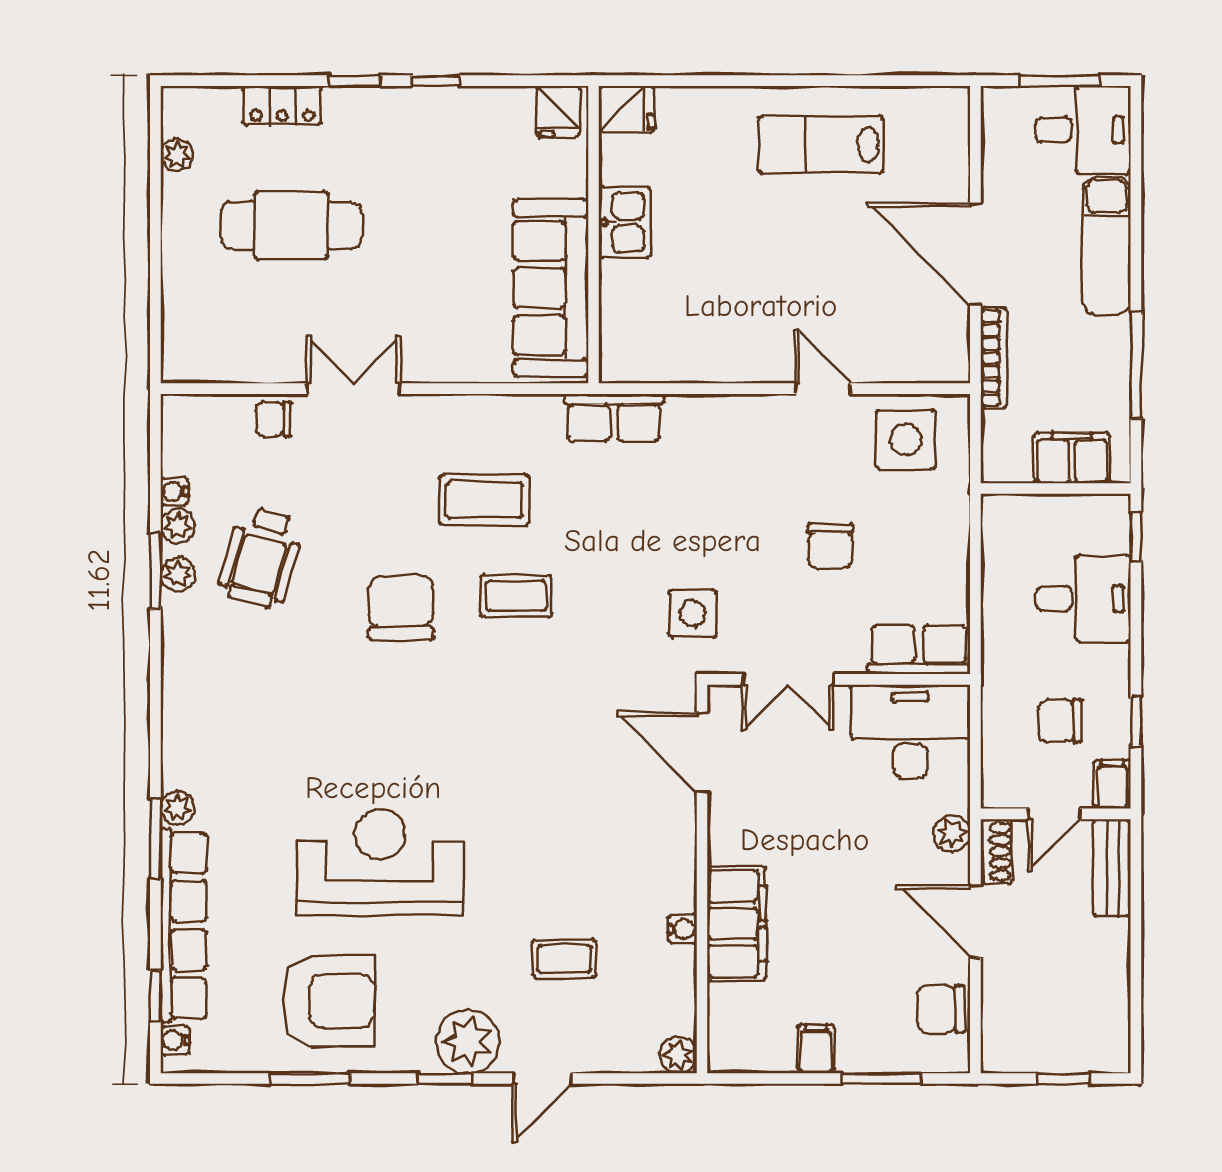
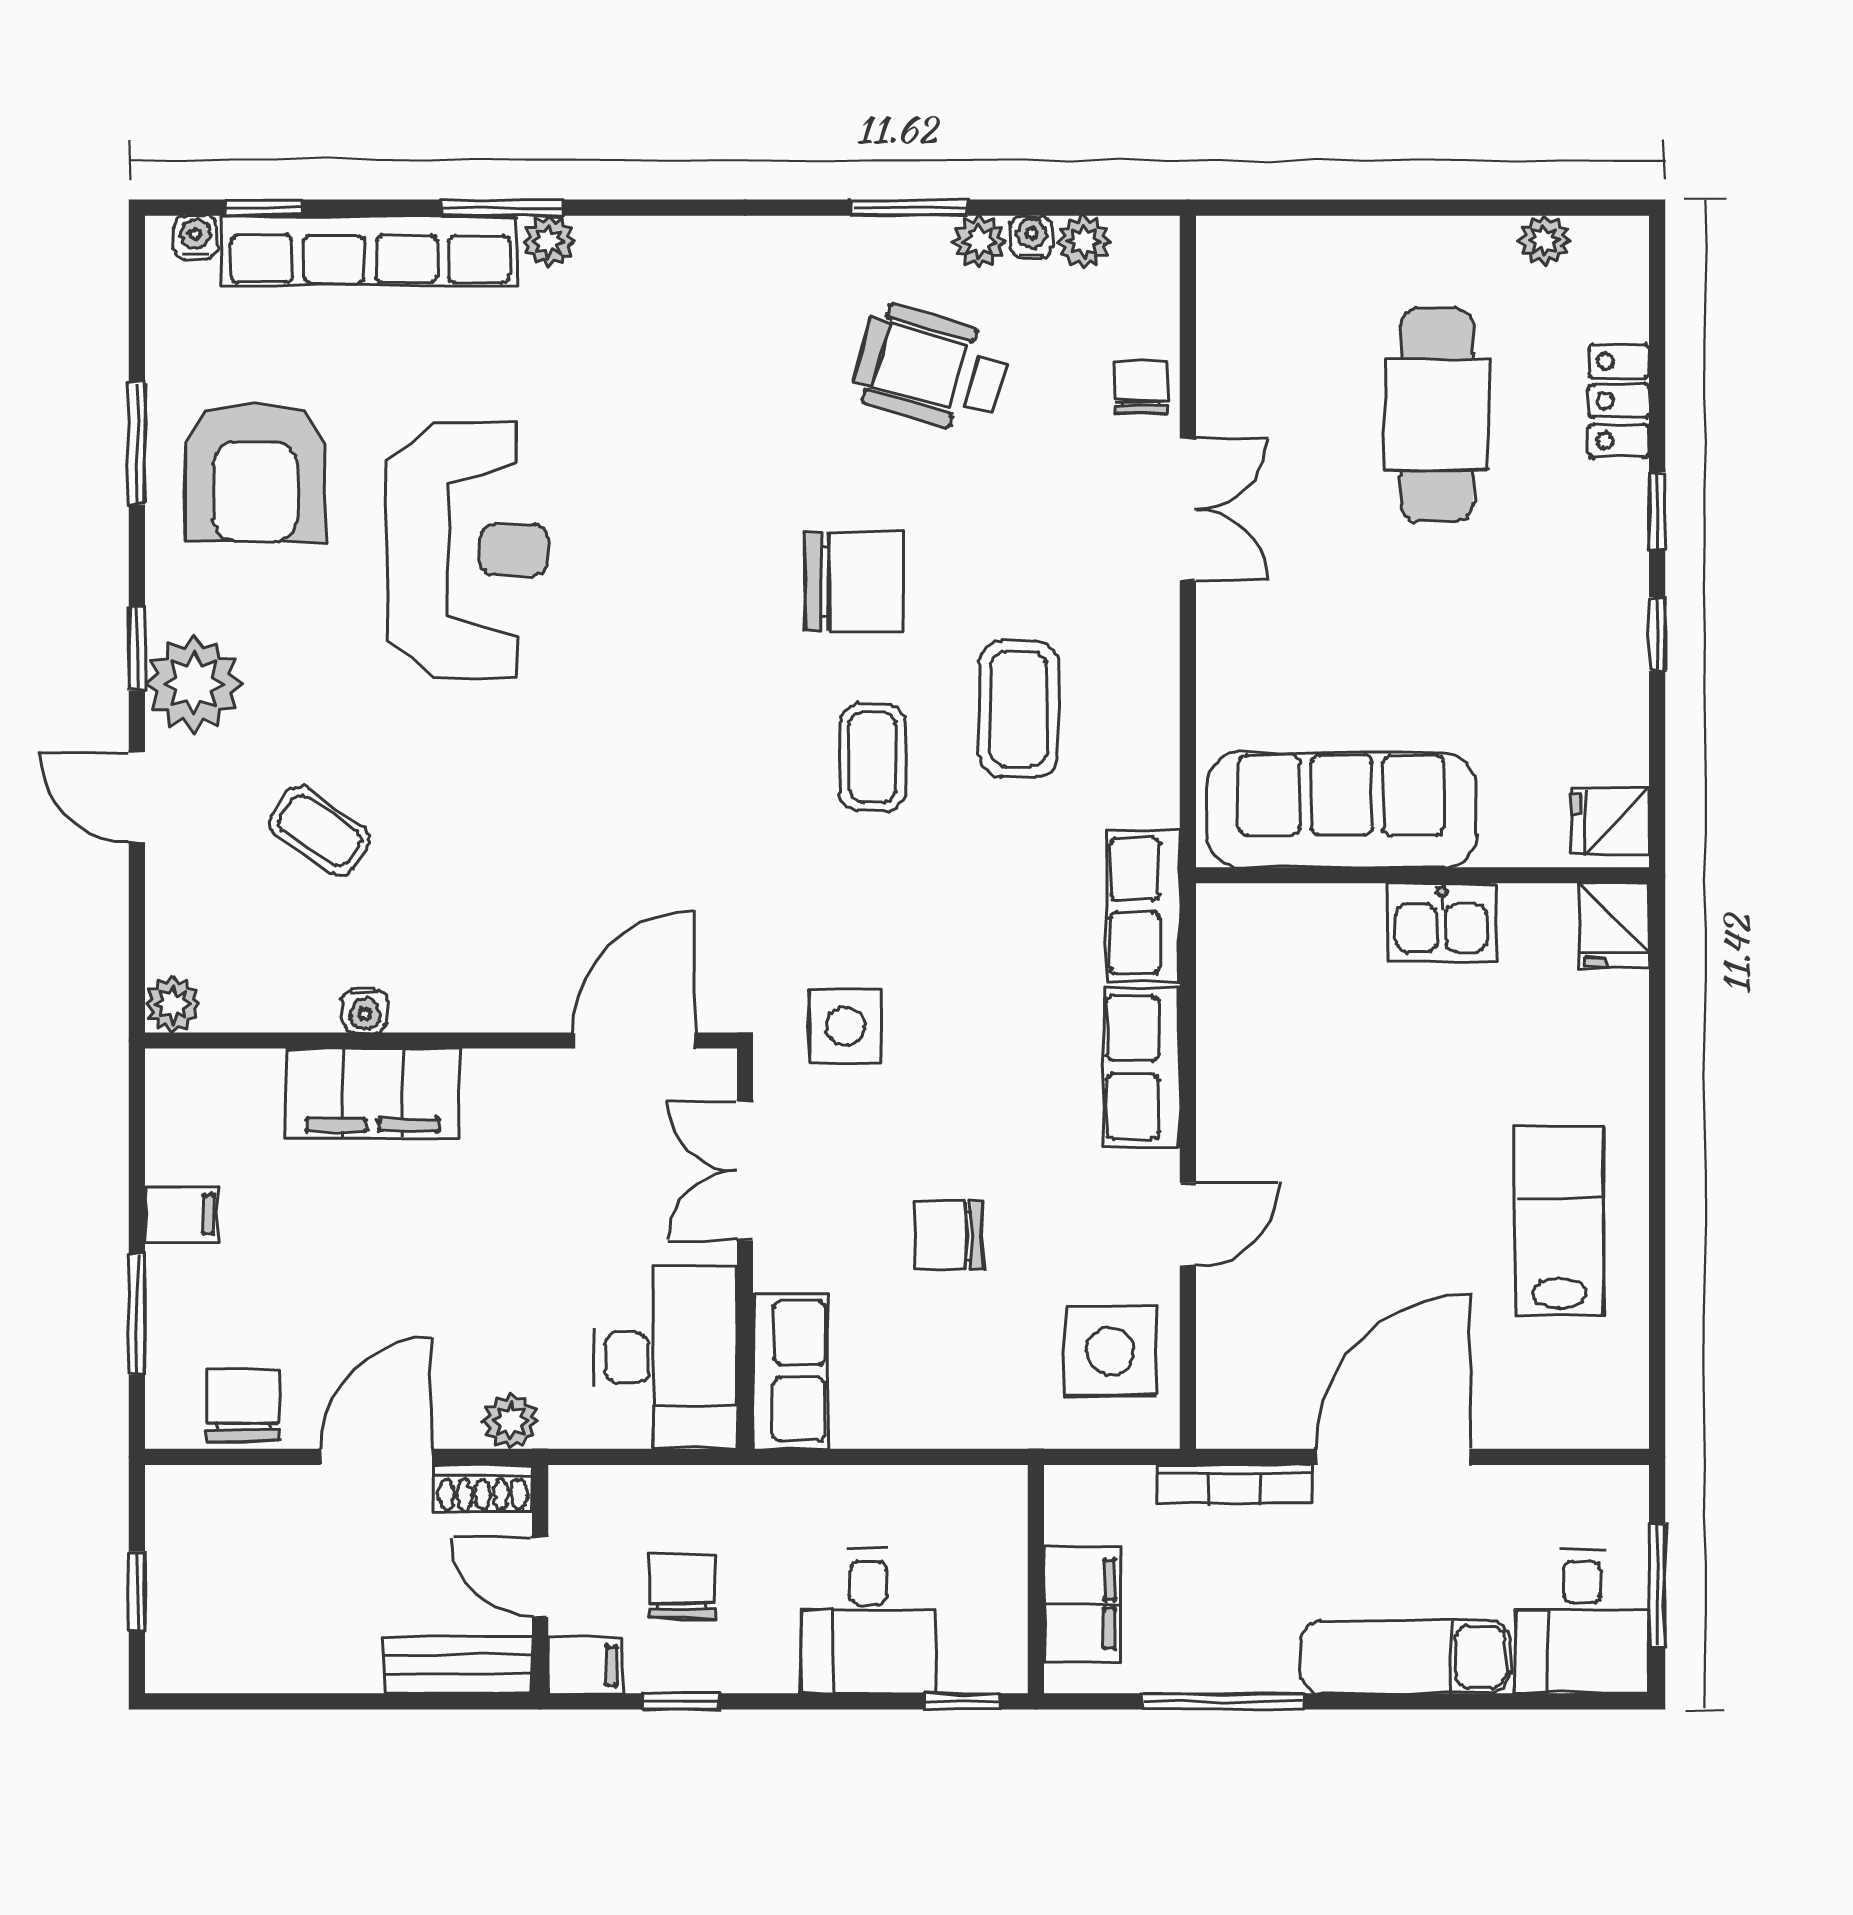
row of seats: (720, 419) -> (1142, 1067), added
plant: (178, 574) -> (1084, 242), moved
coffee table: (564, 959) -> (320, 831), turned -55

